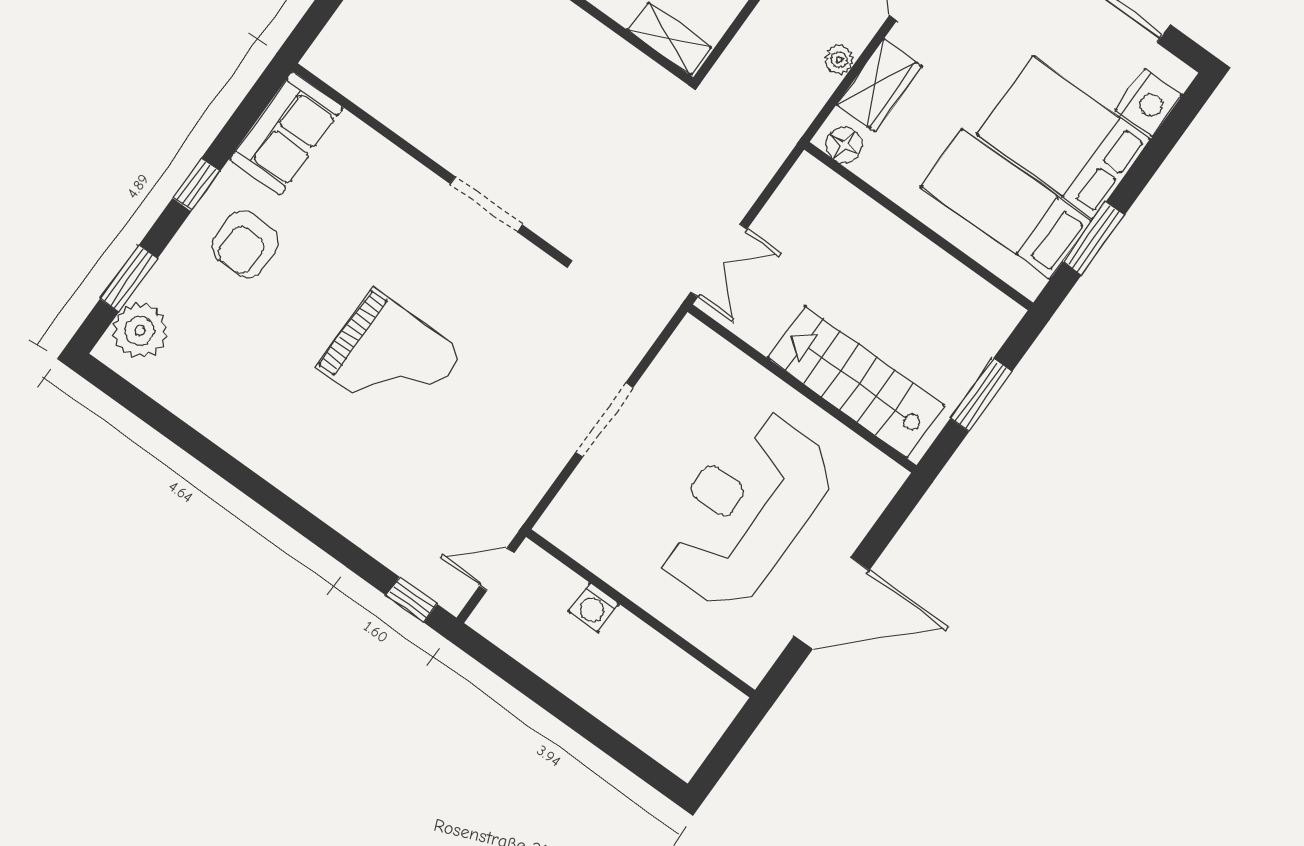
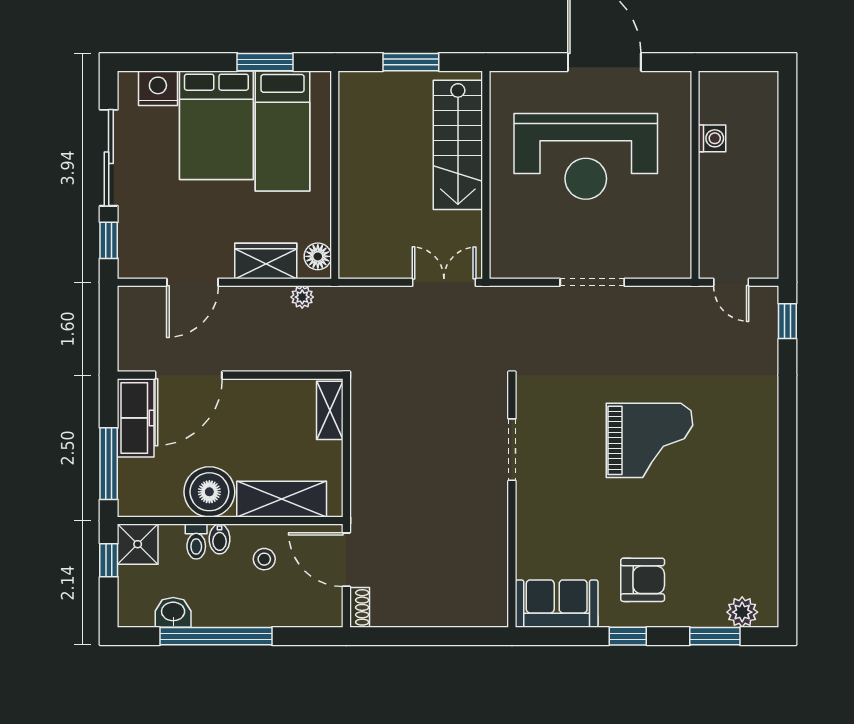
plant: (839, 60) -> (302, 297), moved
plant: (140, 331) -> (742, 612), width x0.73, depth x0.73
grand piano: (390, 359) -> (650, 440), turned 90
washing machine: (594, 608) -> (712, 138), moved

